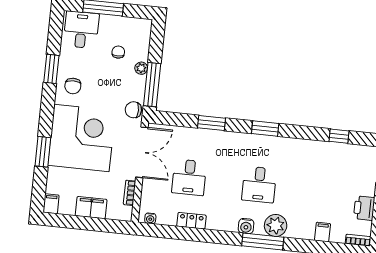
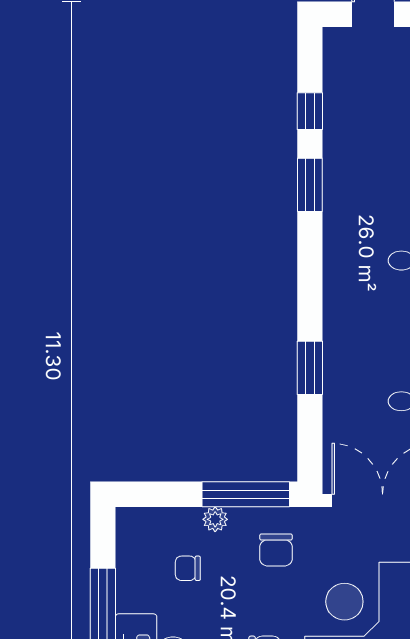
chair: (133, 110) -> (276, 550), moved
window: (265, 129) -> (310, 185), moved

